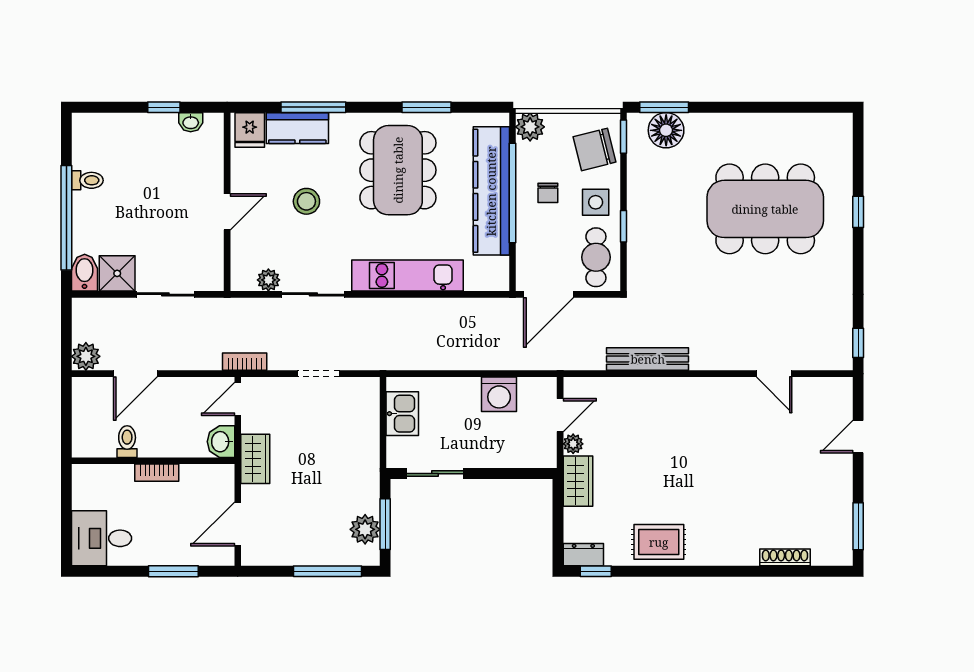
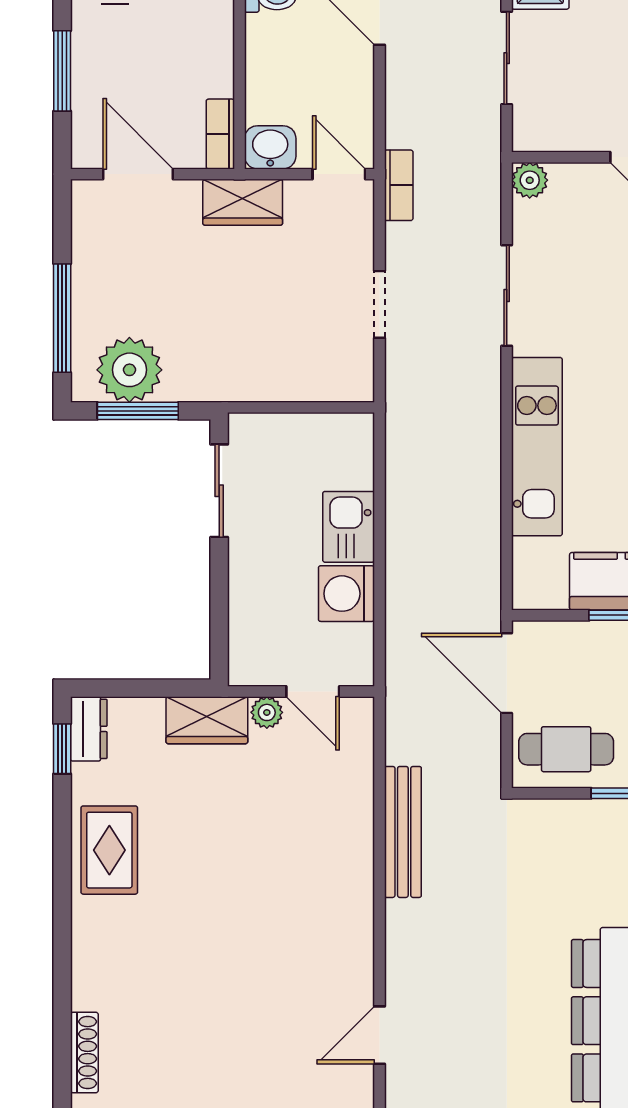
plant: (268, 280) -> (530, 180), moved
kitchen sink: (402, 414) -> (349, 527), moved, turned 90
bookcase: (157, 473) -> (220, 134), moved
plant: (365, 529) -> (129, 370), width x1.36, depth x1.36

